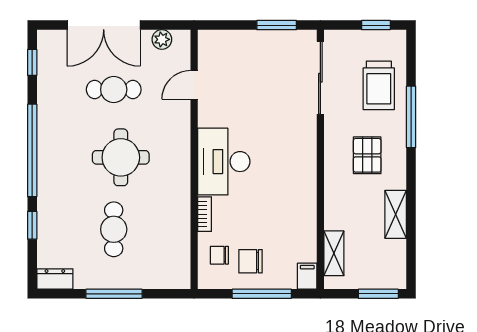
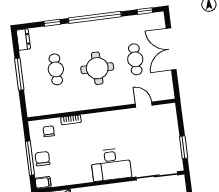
plant: (162, 39) -> (167, 83), removed
desk: (224, 162) -> (111, 165), moved, turned 180
cafe table: (114, 229) -> (56, 69), turned 90
chair: (250, 261) -> (42, 159), moved

